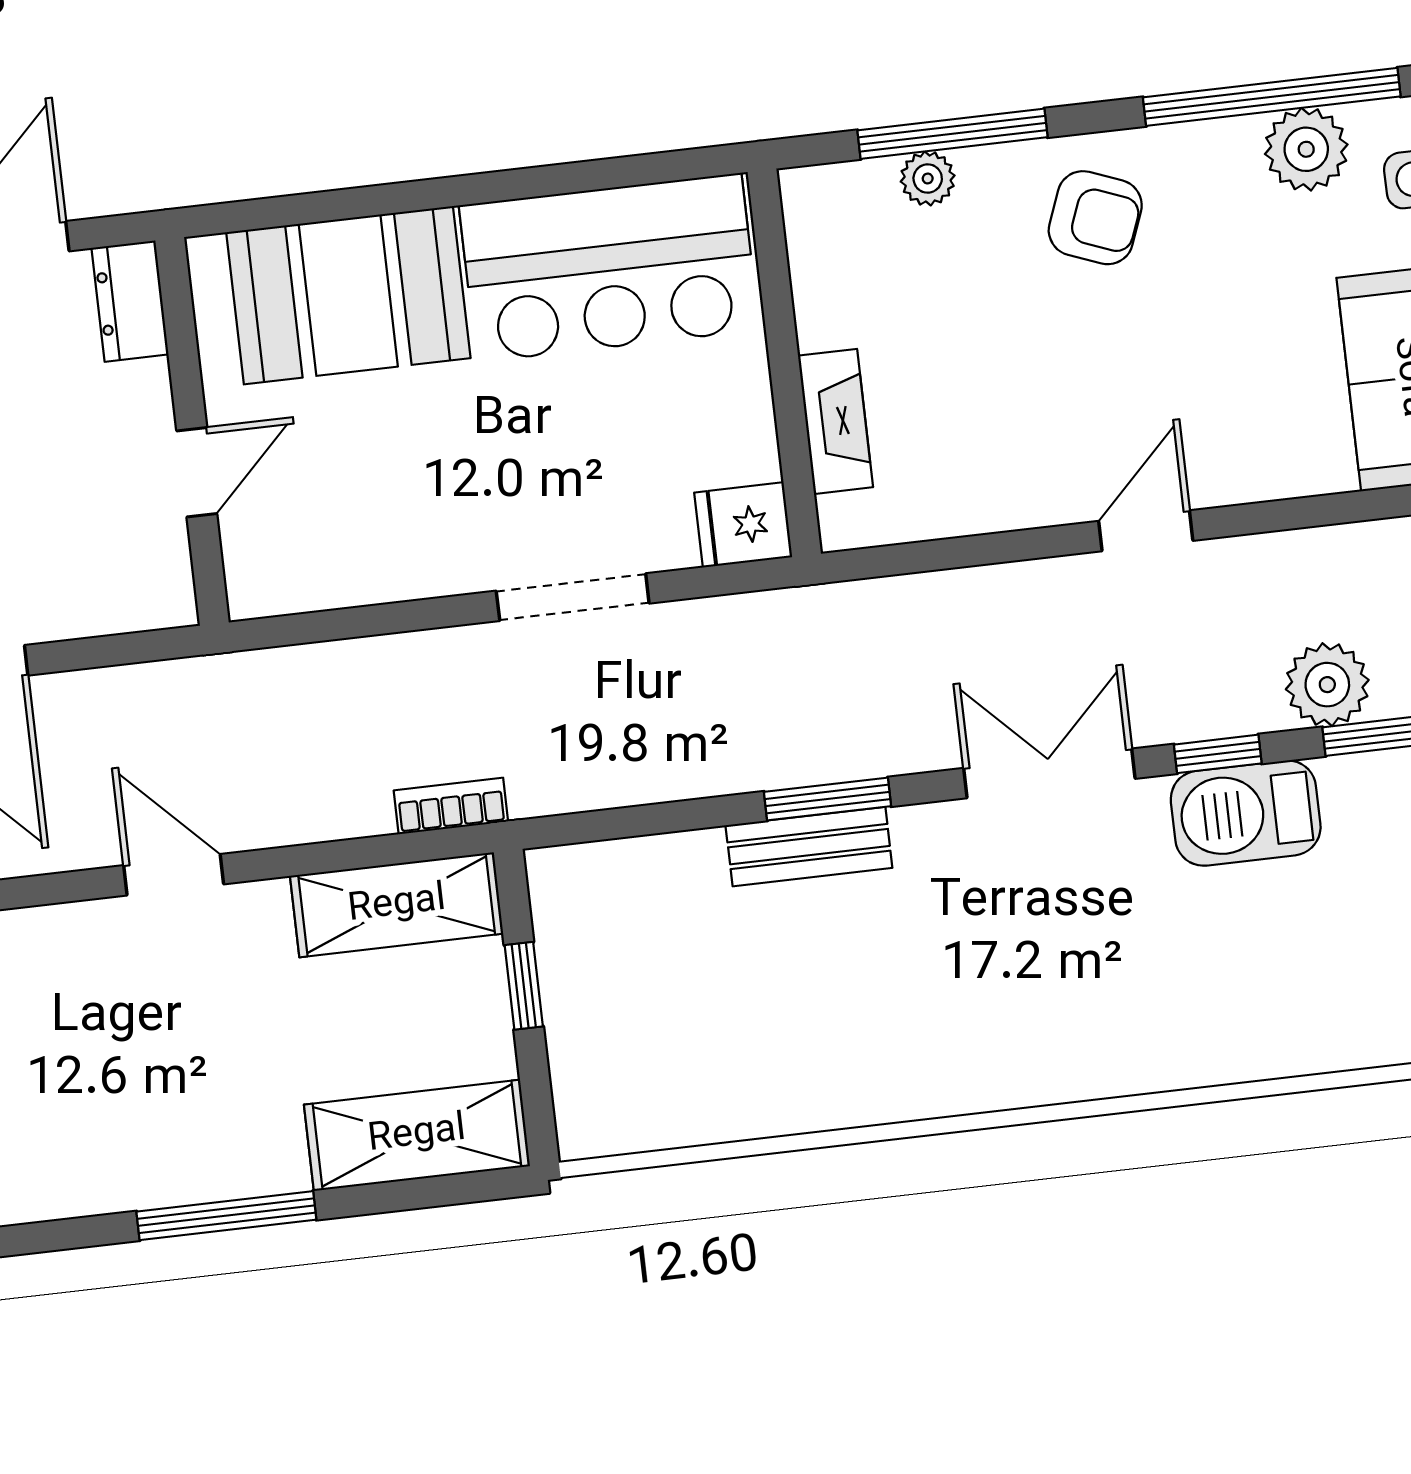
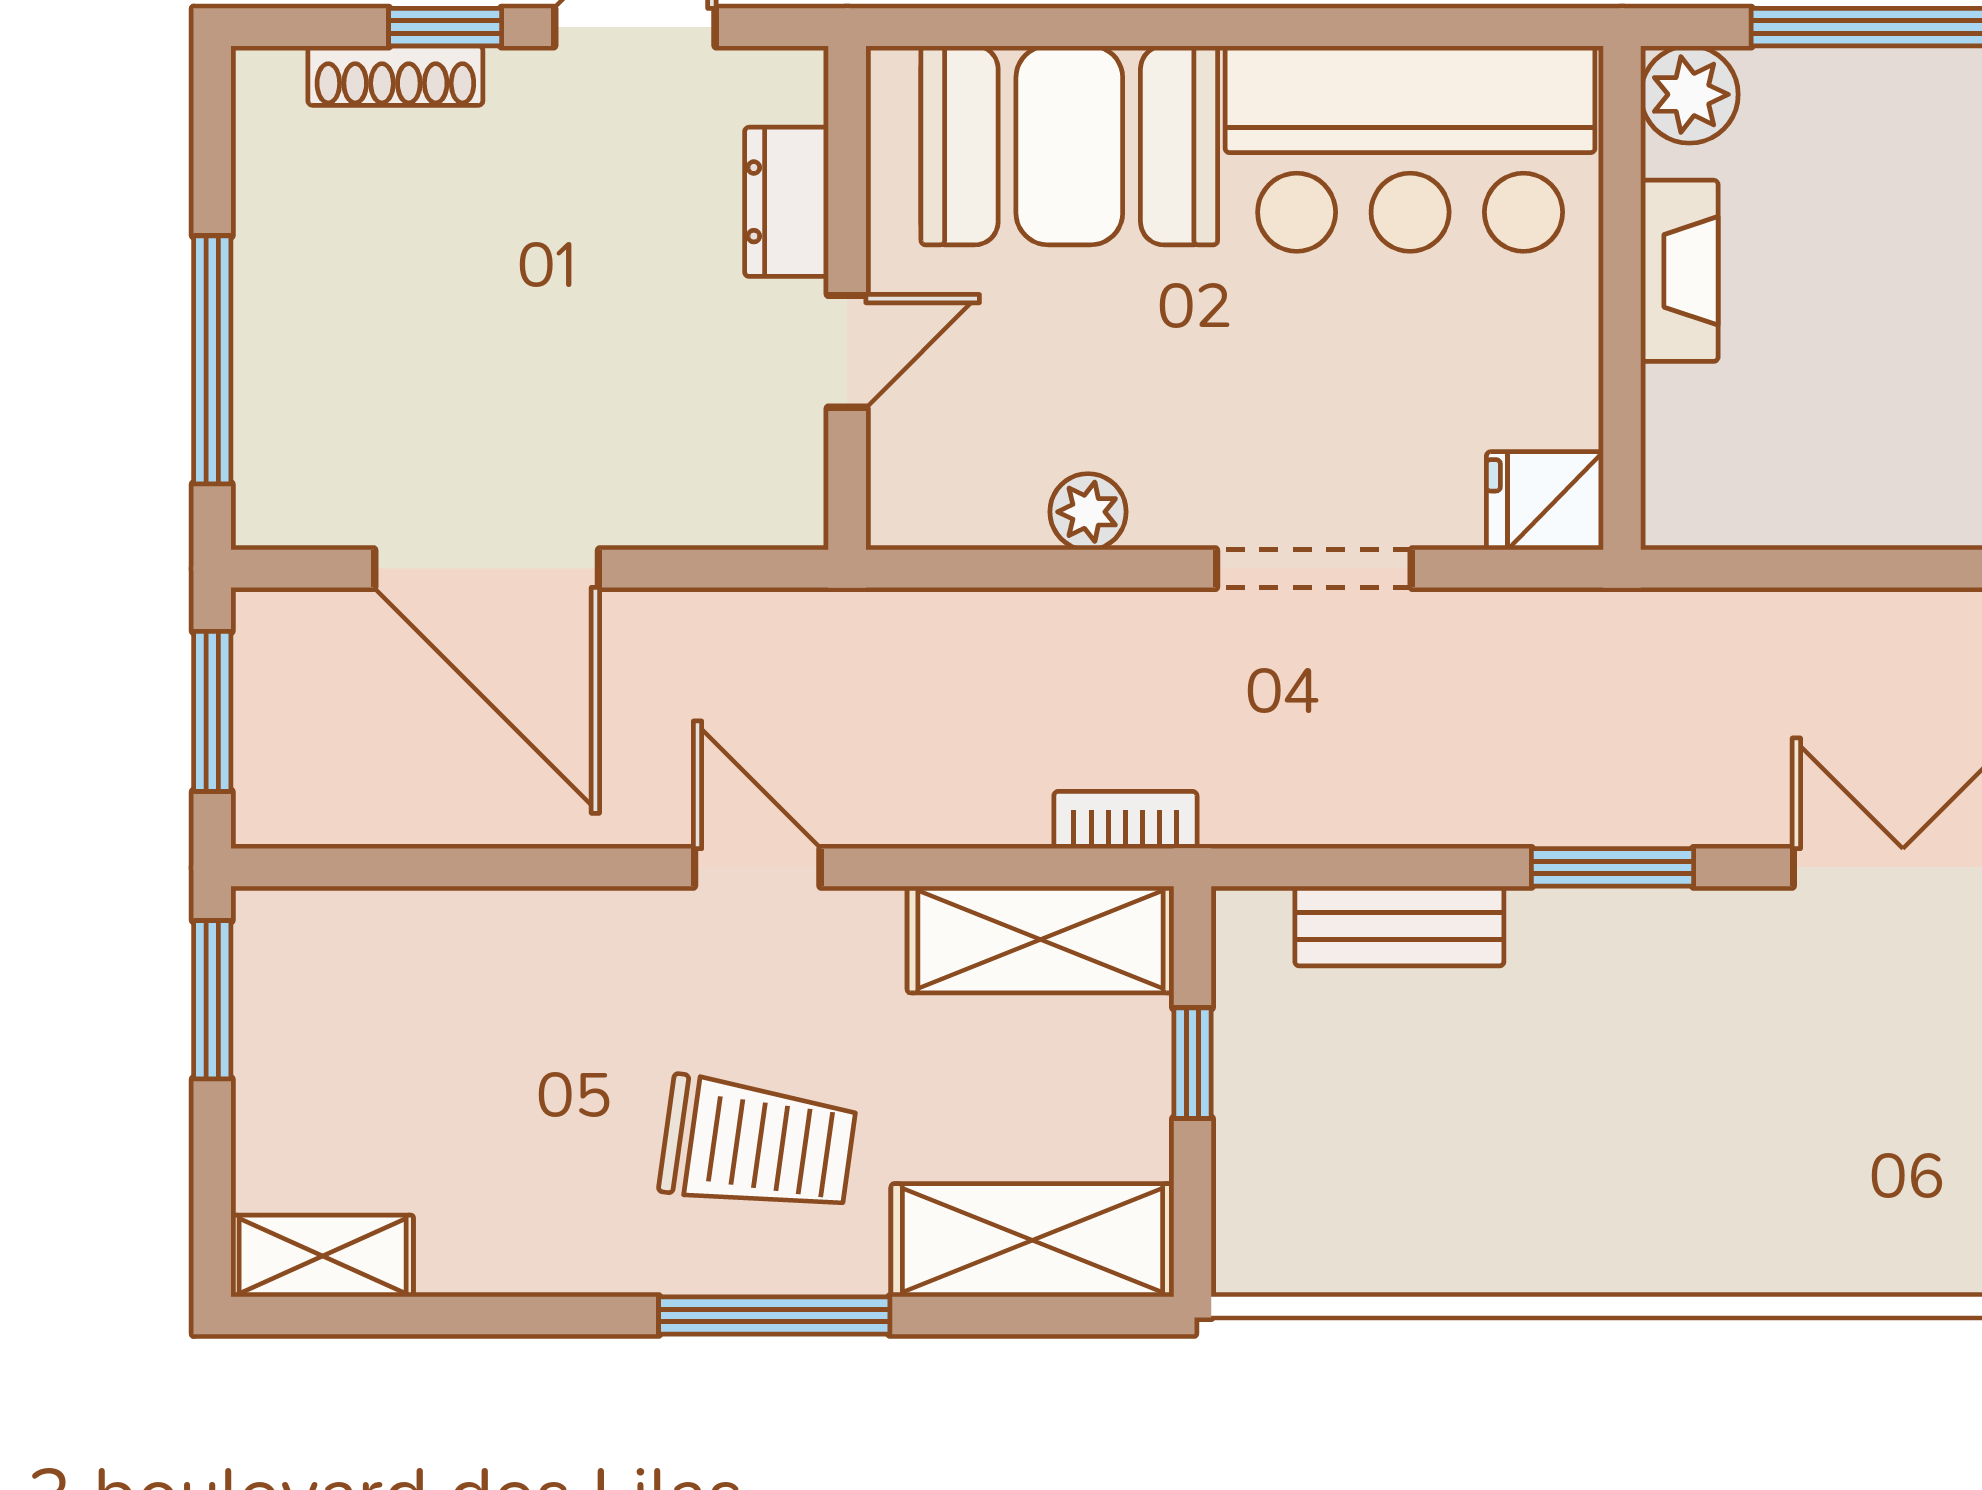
plant: (928, 179) -> (1689, 94), moved, width x1.38, depth x1.38
dresser: (130, 301) -> (787, 202), moved
fireplace: (836, 421) -> (1679, 271), moved
plant: (395, 574) -> (1088, 512), added
bench: (809, 847) -> (1399, 926), moved
trolley: (199, 1087) -> (758, 1145), added

